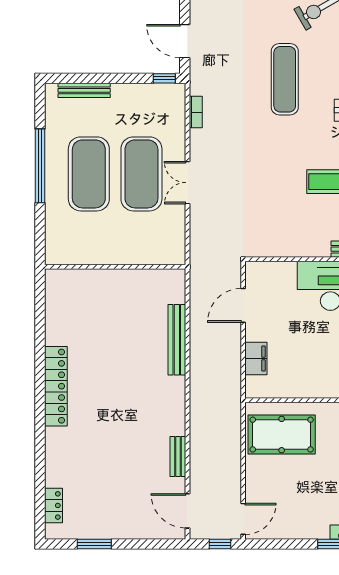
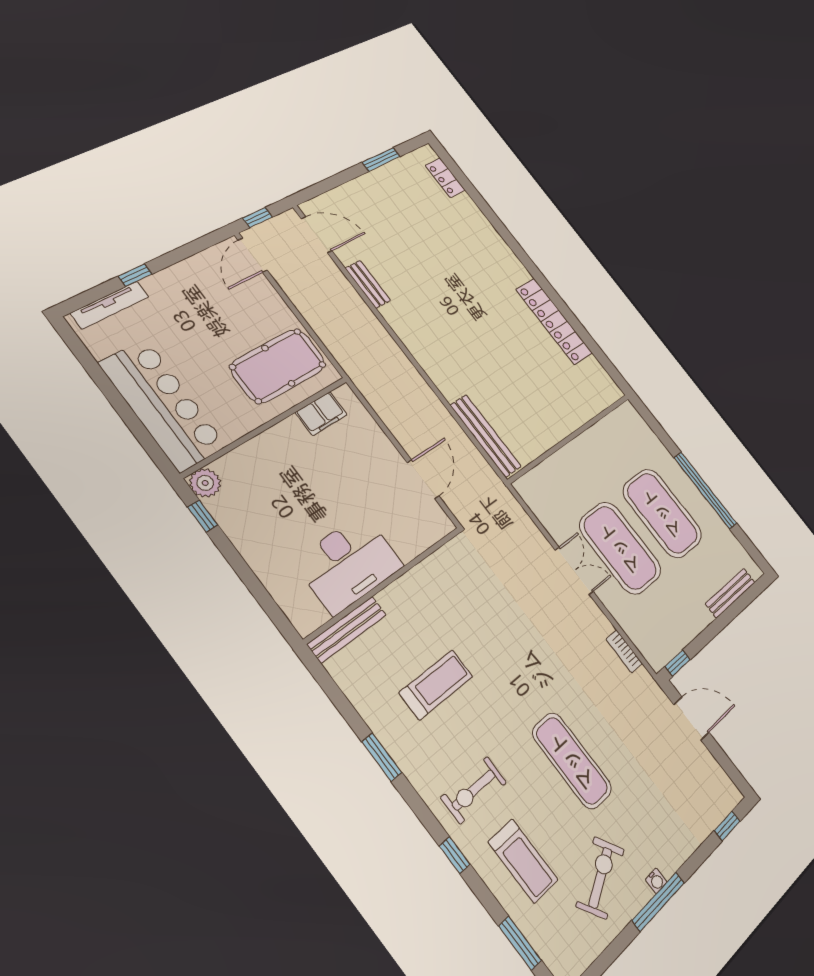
bench: (177, 340) -> (486, 436), moved
filing cabinet: (256, 358) -> (321, 414), moved, turned -90
locker: (56, 386) -> (554, 321), moved

